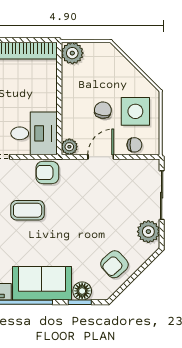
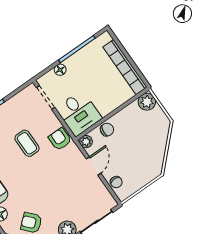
chair: (103, 110) -> (107, 130), moved
side table: (135, 111) -> (138, 168), removed
door: (101, 157) -> (94, 166), hinge flipped

